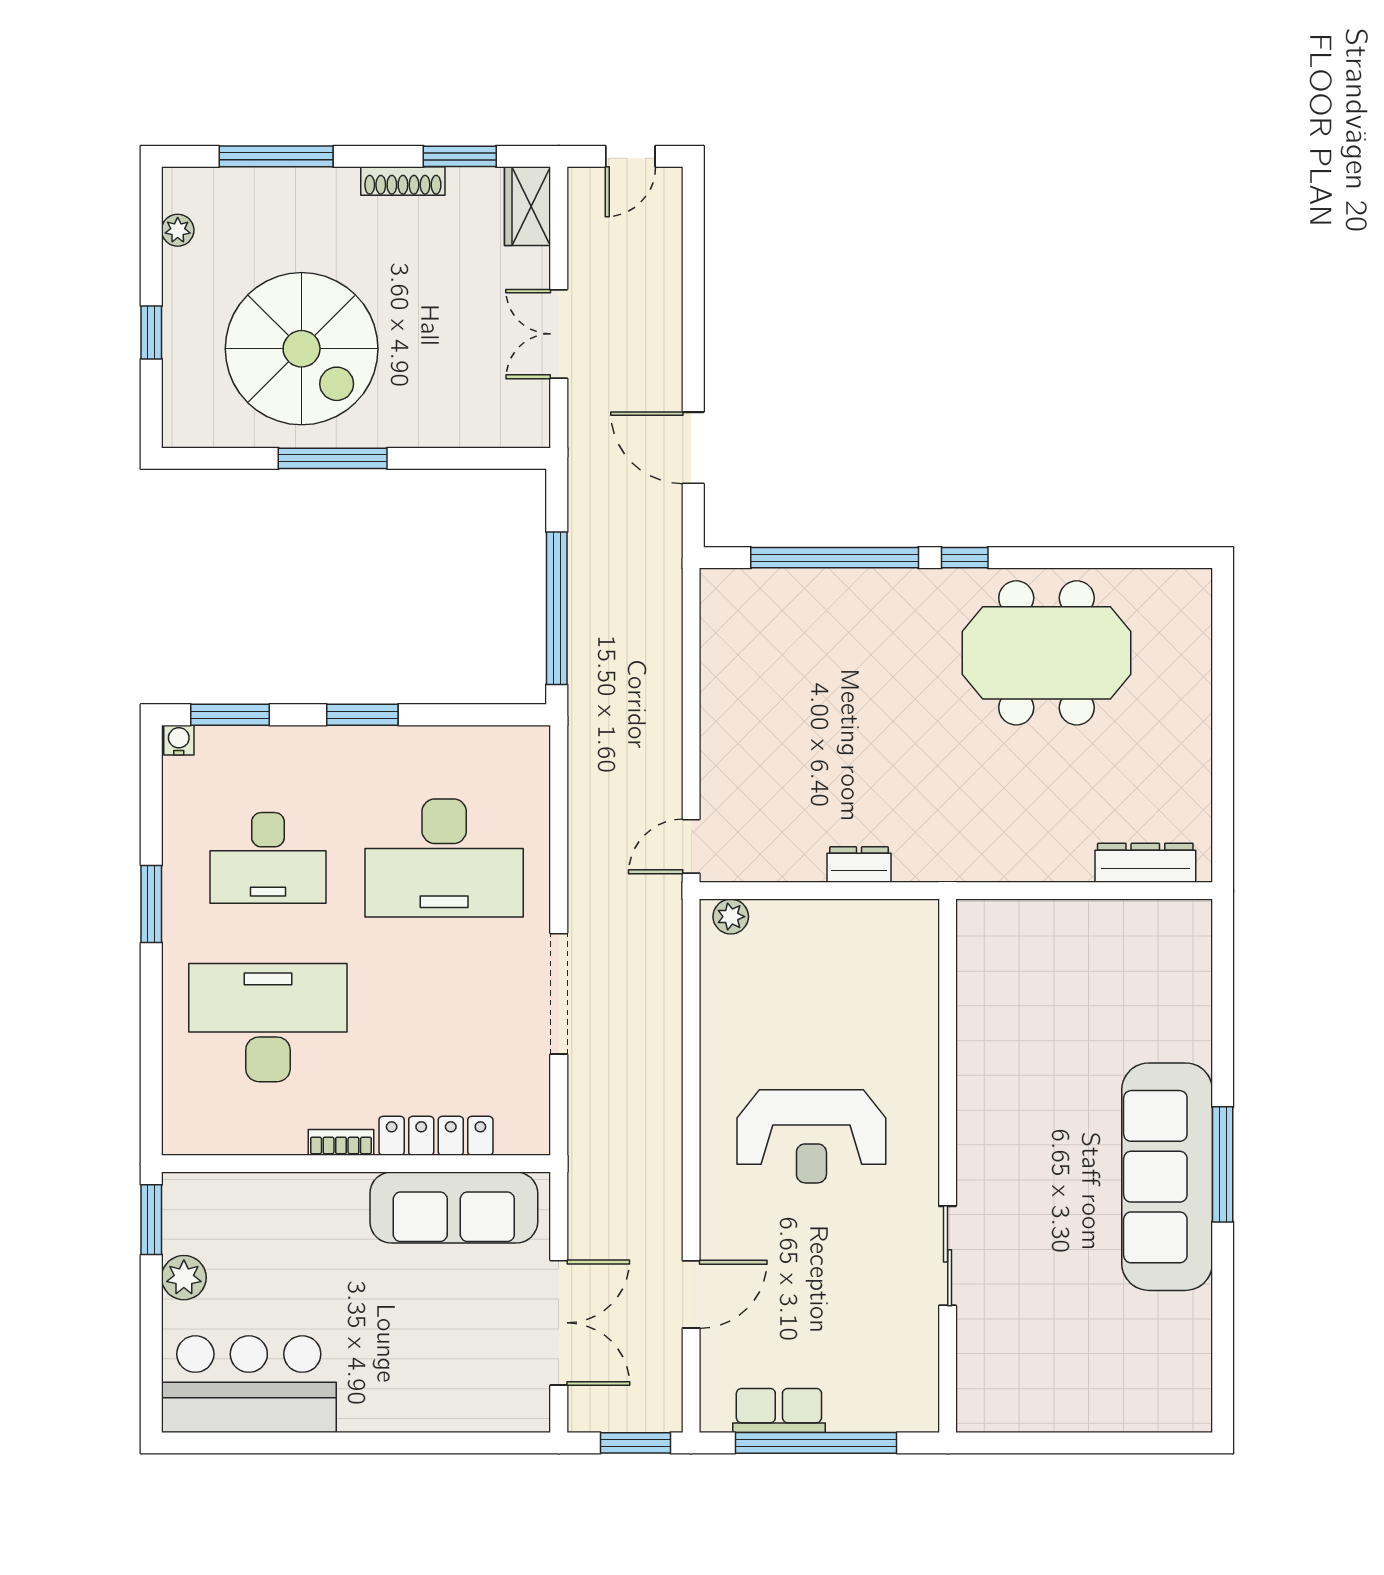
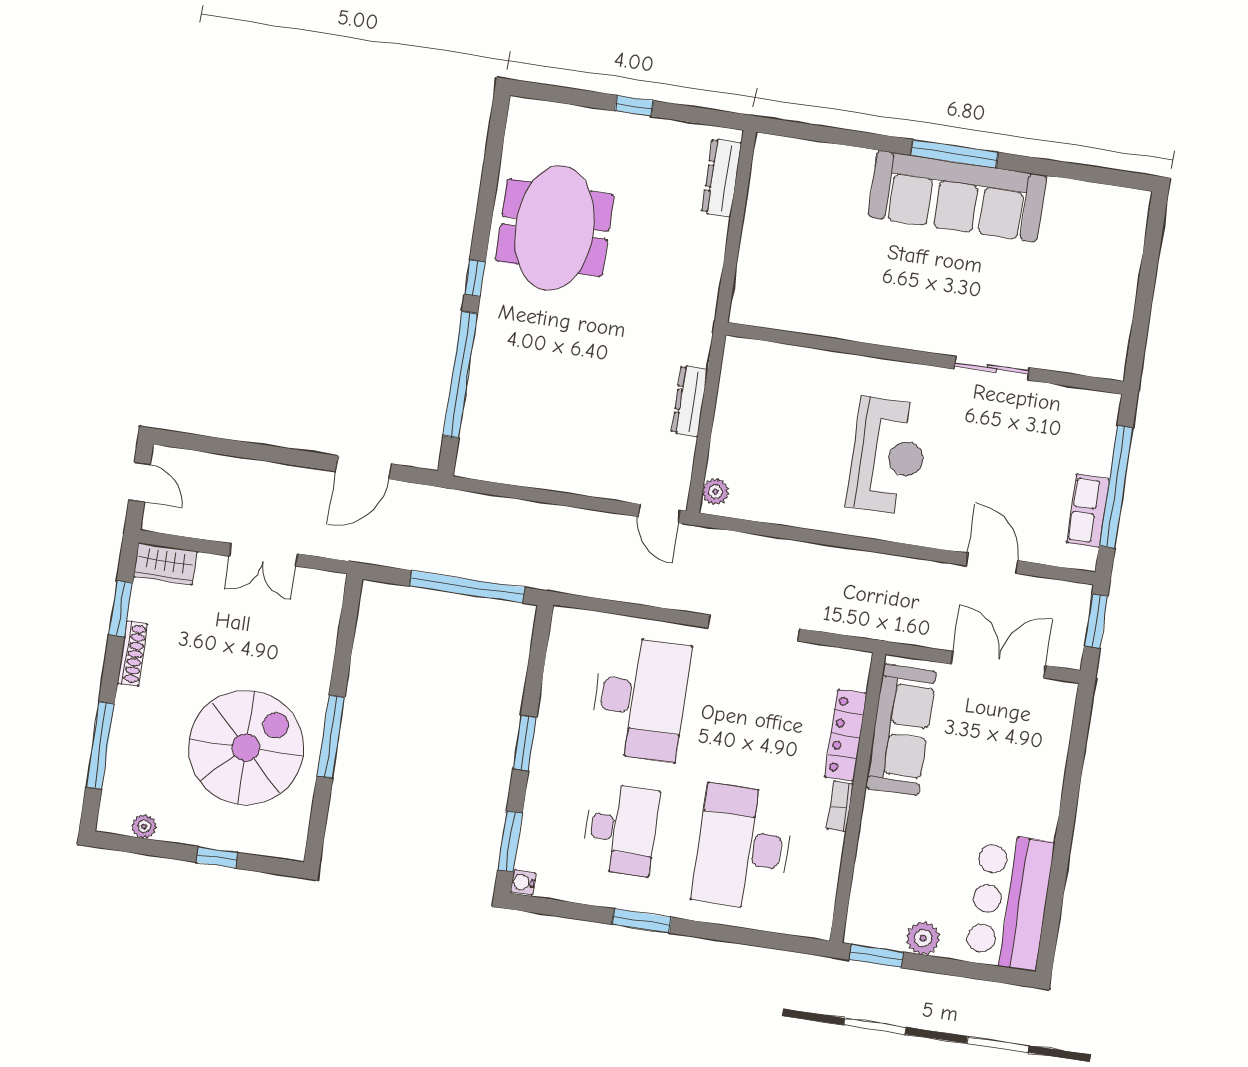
window: (1223, 733) -> (634, 106), added
dresser: (859, 864) -> (690, 401), width x1.44

